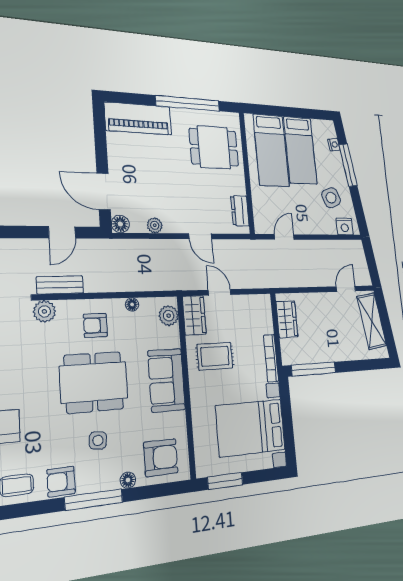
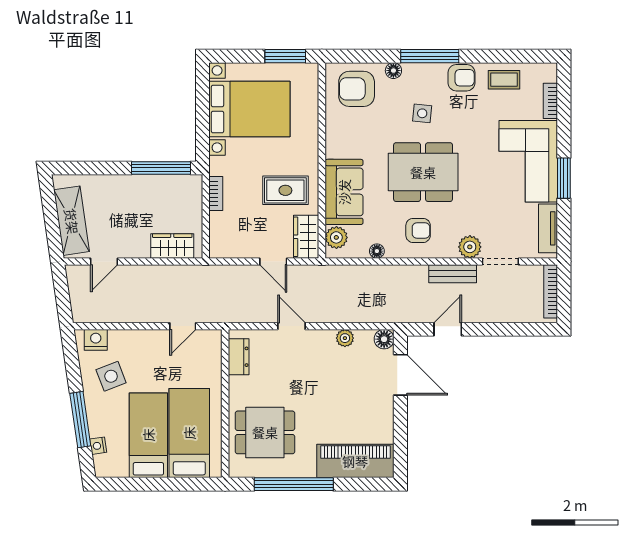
wardrobe: (287, 319) -> (172, 246), moved, turned 90
bookcase: (271, 358) -> (216, 194), width x0.64
sofa: (166, 380) -> (344, 192), moved

